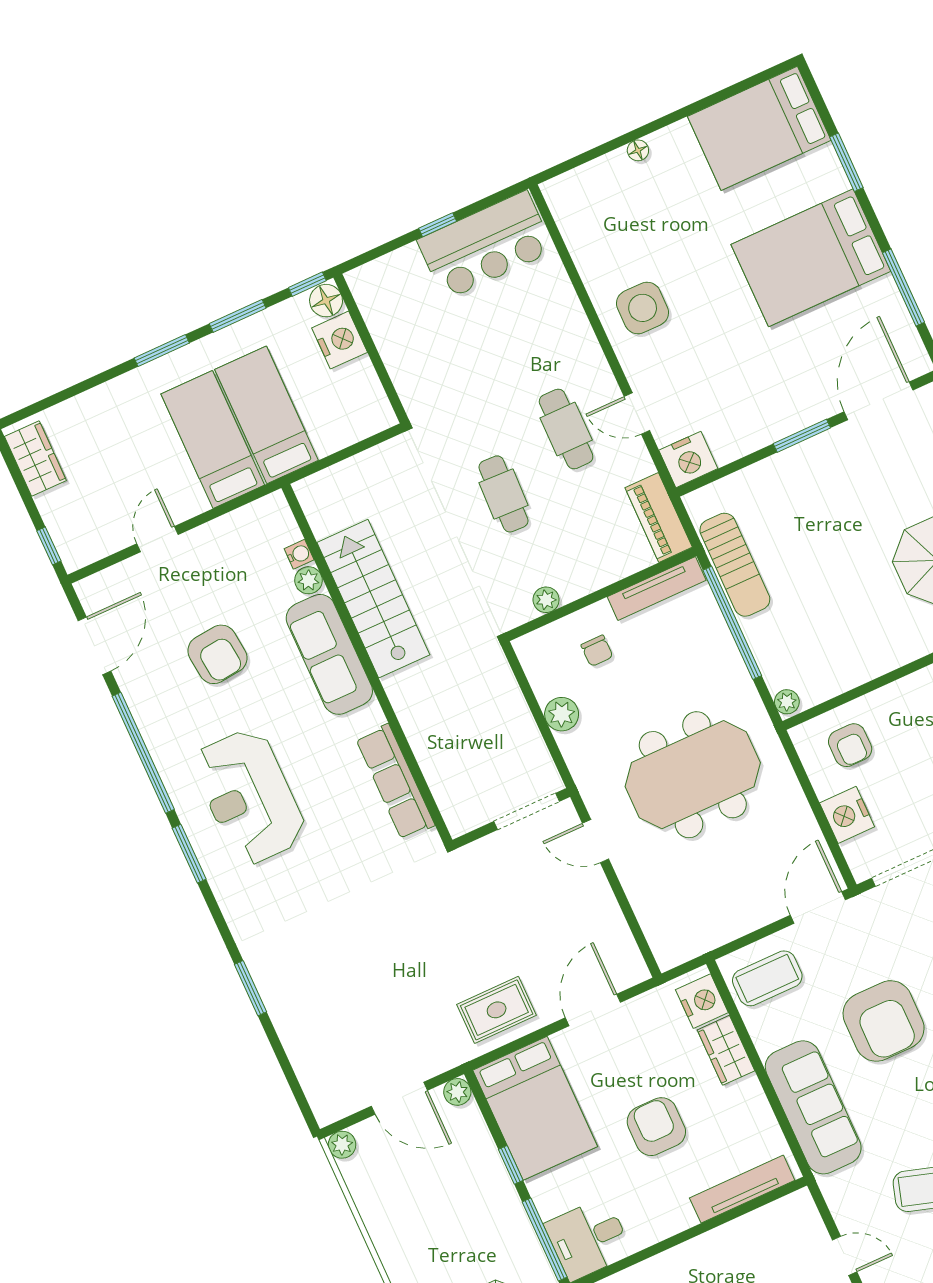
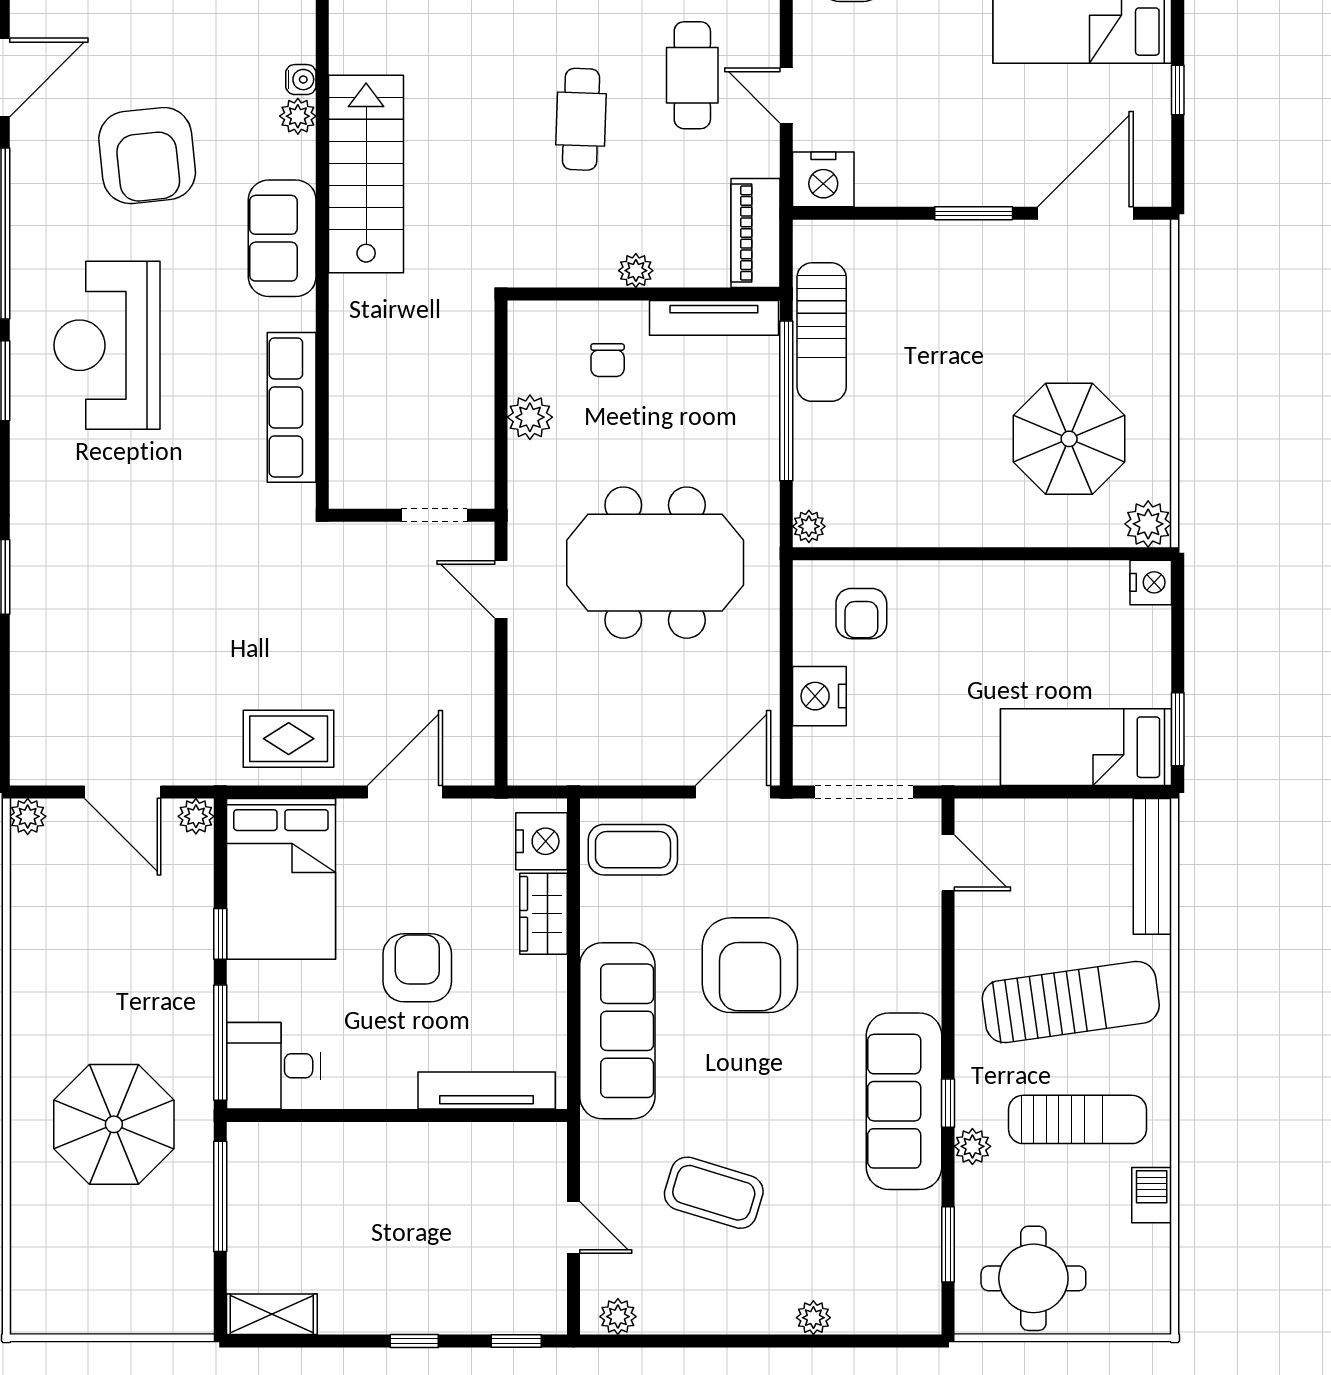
window: (903, 287) -> (1178, 90), width x0.46
plant: (546, 600) -> (636, 271), moved
armchair: (217, 654) -> (147, 156), width x1.36, depth x1.36
sofa: (329, 654) -> (282, 238), width x0.73
doorway: (527, 811) -> (434, 515), width x0.73

